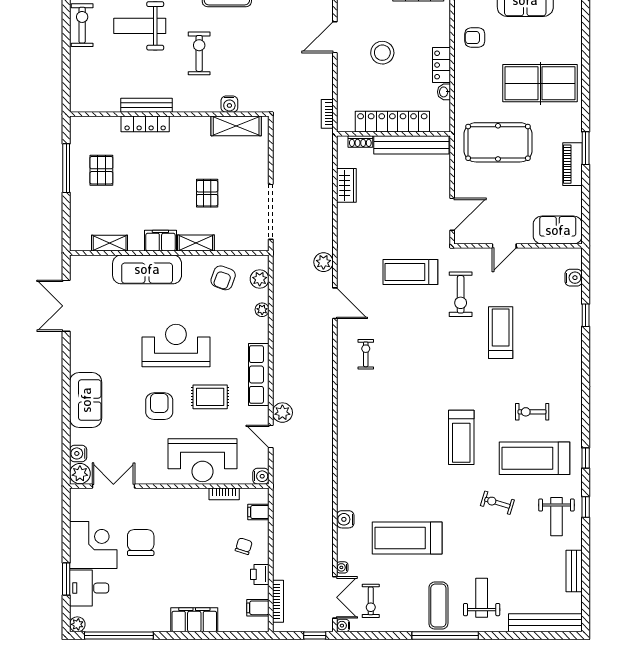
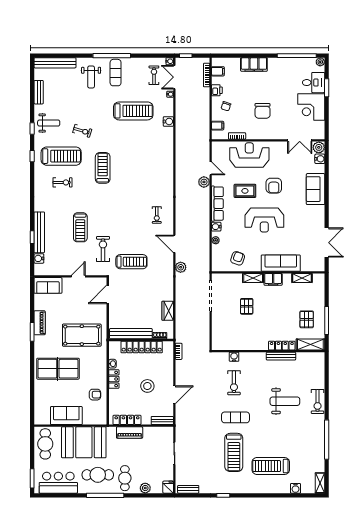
exercise bike: (199, 53) -> (234, 383), moved
shelving: (236, 126) -> (310, 344), moved
plant: (260, 279) -> (217, 258), removed
bench: (573, 324) -> (39, 232), added
water cooler: (261, 476) -> (216, 227), moved
weight bench: (556, 517) -> (49, 123), turned 90
chair: (141, 543) -> (263, 111), moved

